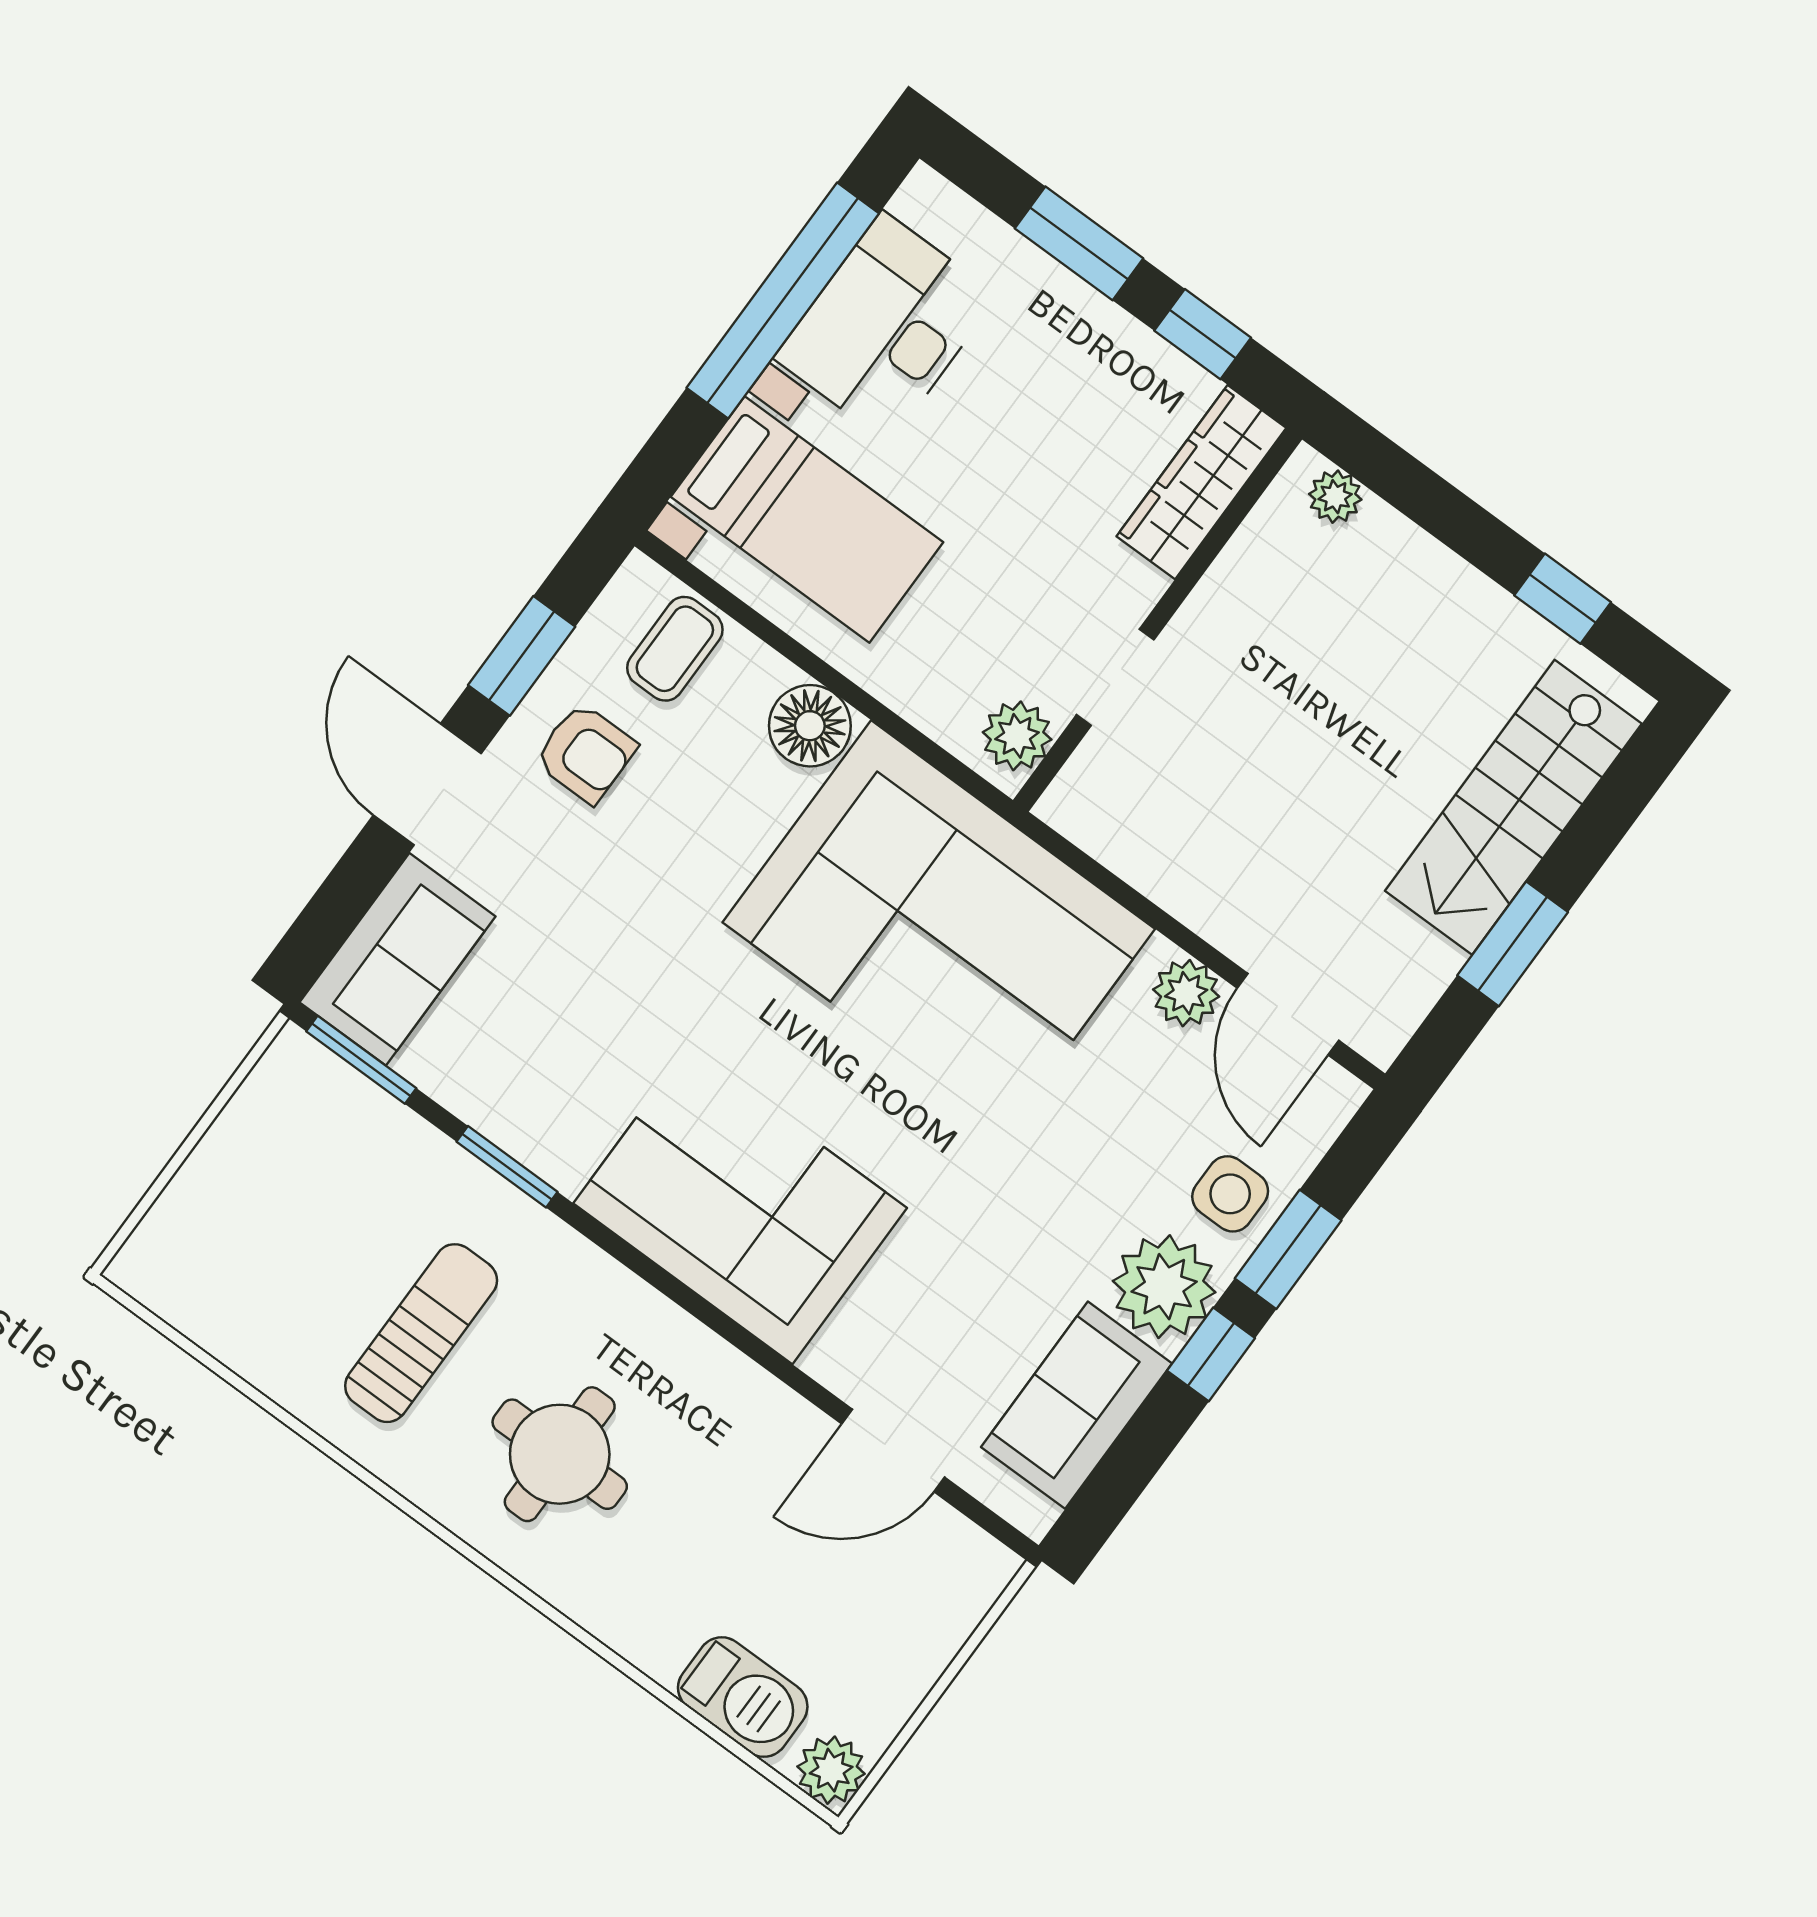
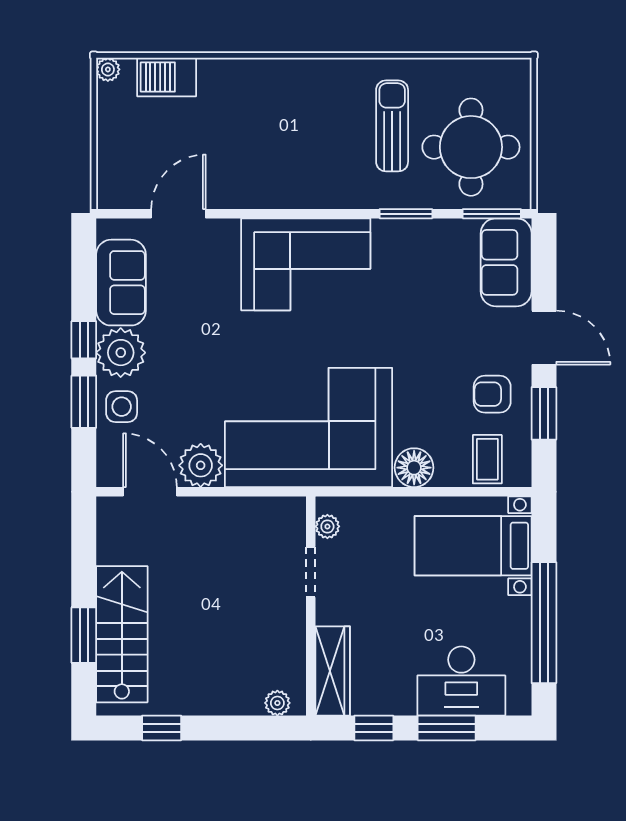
desk: (886, 327) -> (461, 681), moved, turned 90
plant: (1017, 736) -> (327, 526), width x0.73, depth x0.73
window: (1513, 944) -> (84, 635), moved
plant: (1186, 993) -> (201, 465), width x1.36, depth x1.36
sun lounger: (421, 1333) -> (392, 126), turned 180
round table: (560, 1454) -> (471, 147), moved, width x1.36, depth x1.36
plant: (831, 1770) -> (108, 69), width x0.73, depth x0.73

